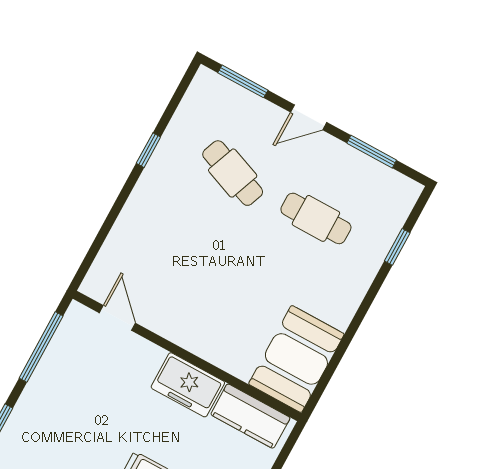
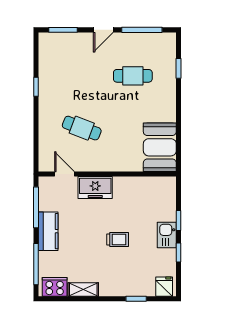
window: (372, 152) -> (142, 30), width x1.44
cafe table: (233, 173) -> (82, 128), moved
freezer: (188, 385) -> (95, 187), moved
kitchen counter: (250, 416) -> (48, 231), moved, turned -90

